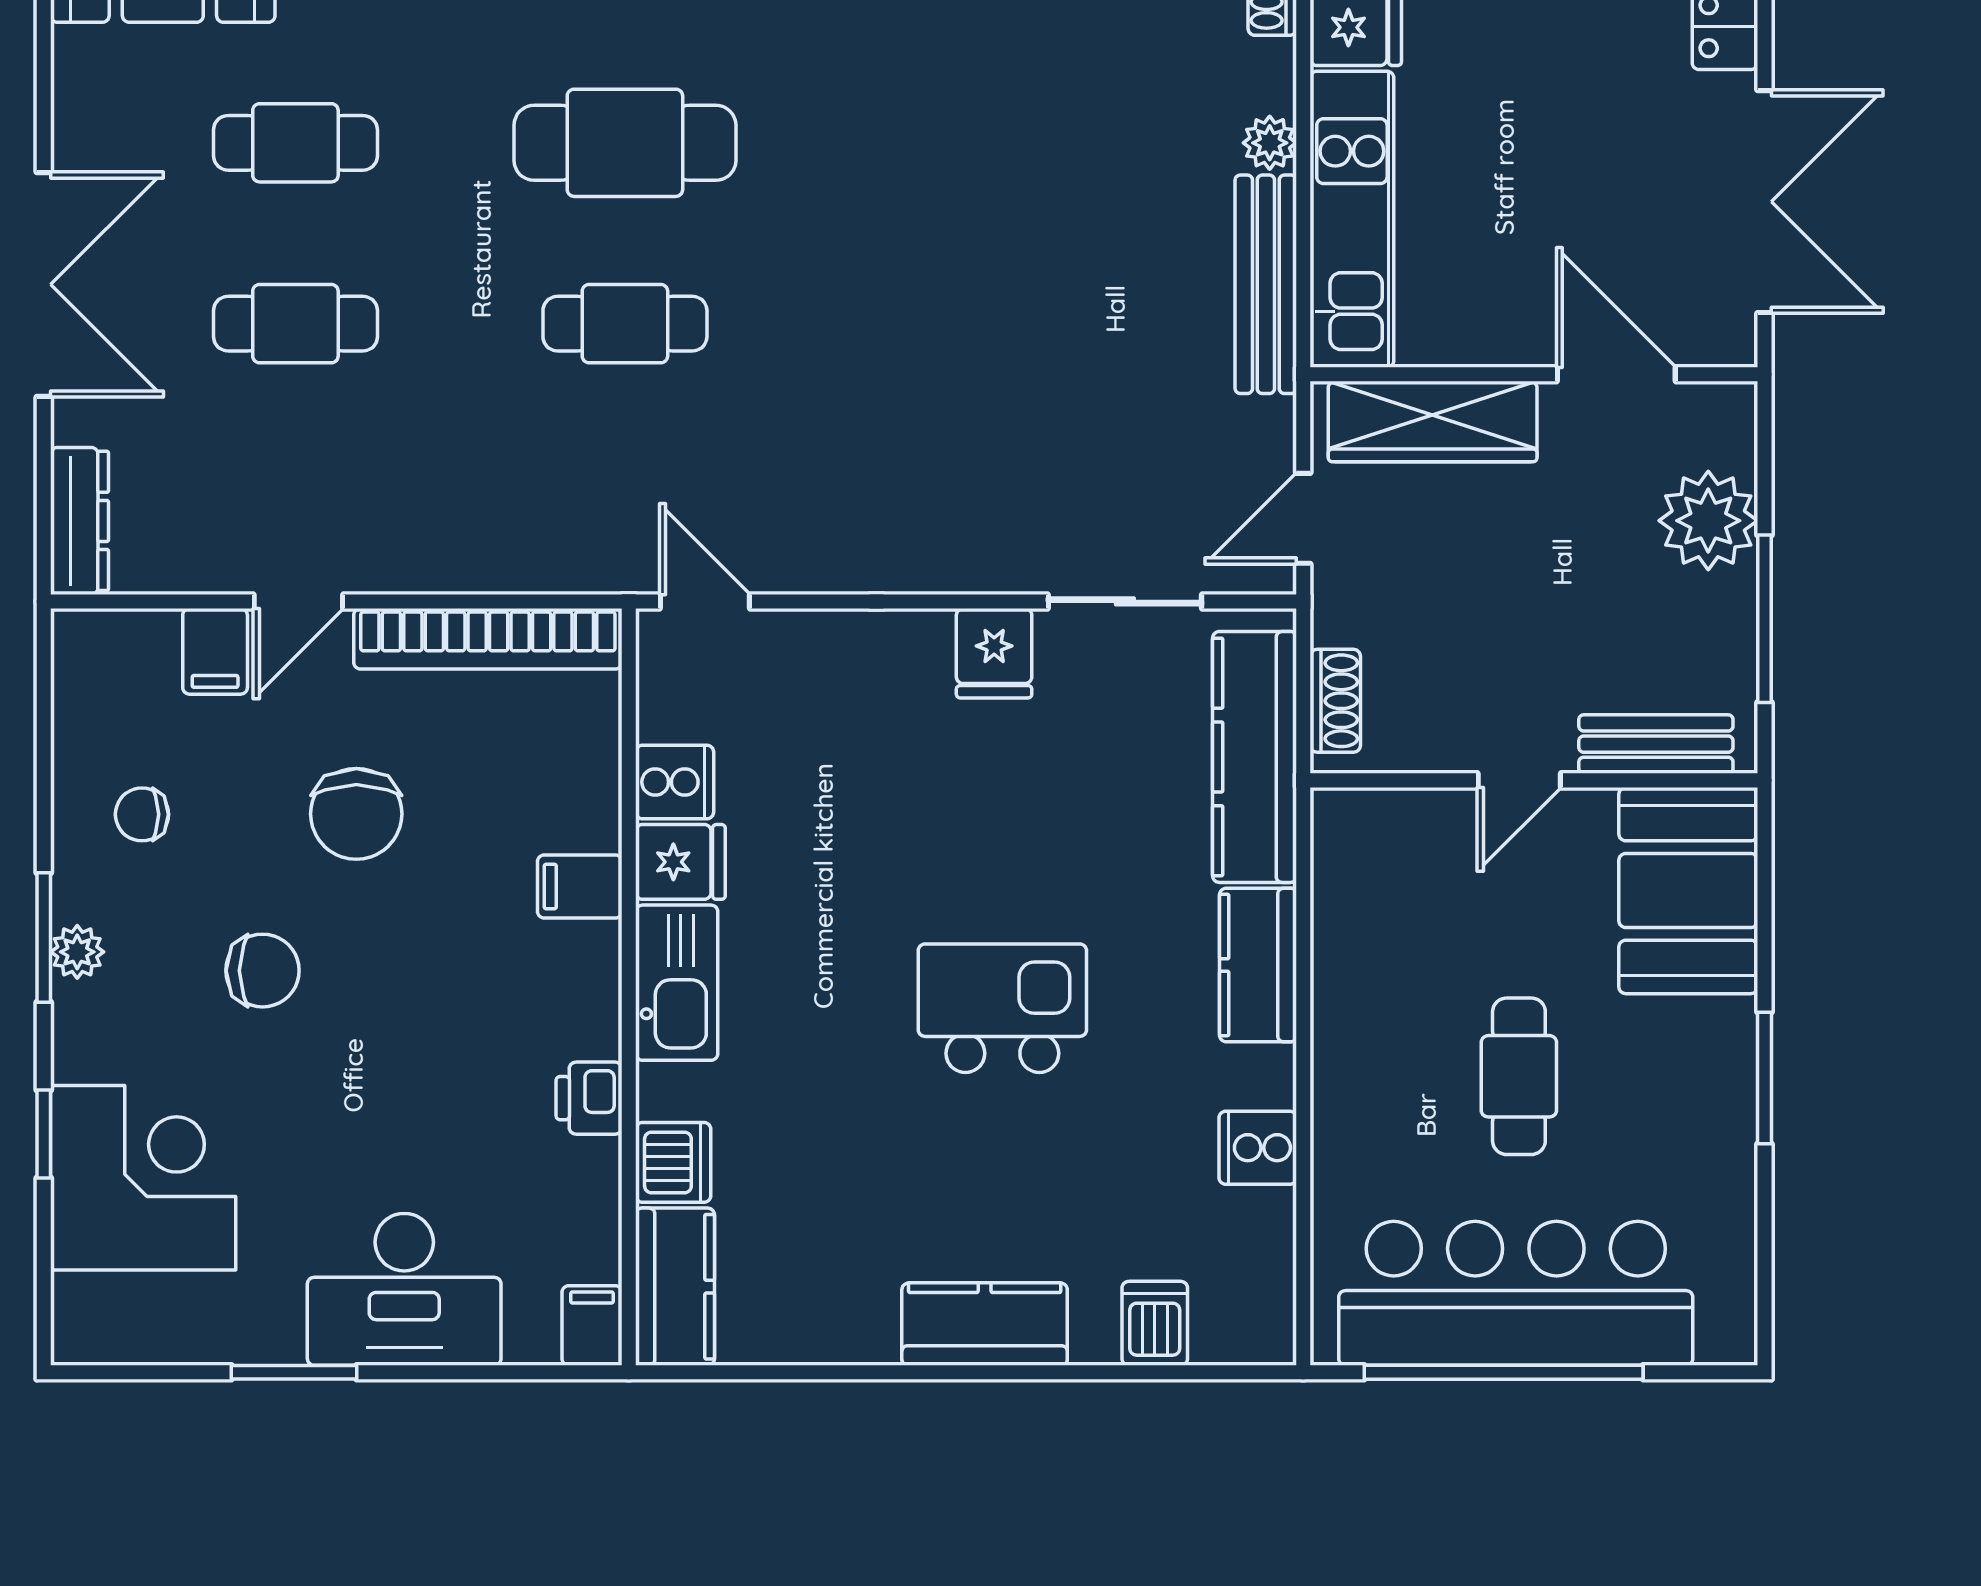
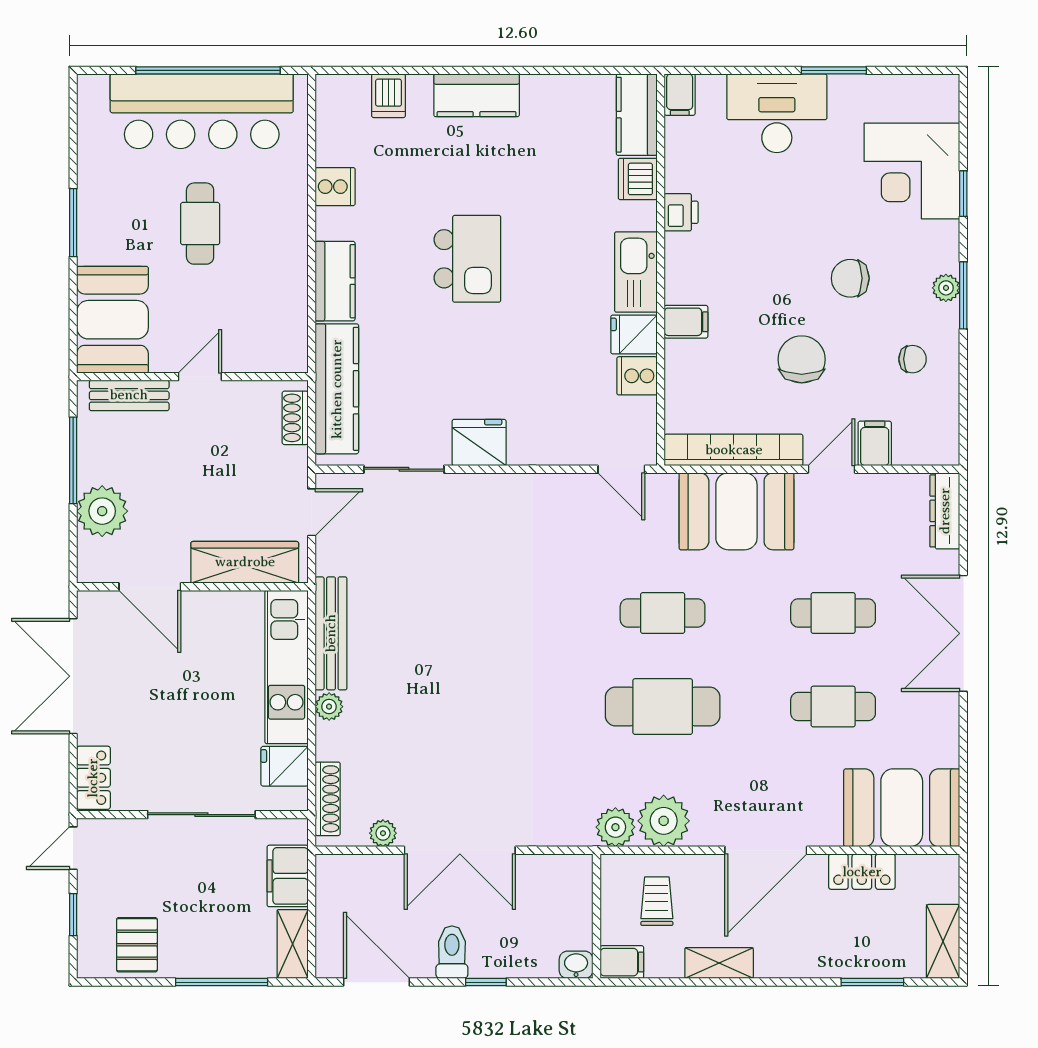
booth: (482, 520) -> (736, 511), added
fridge: (994, 653) -> (479, 442), width x1.38
kitchen island: (1002, 1008) -> (467, 259), turned -90

